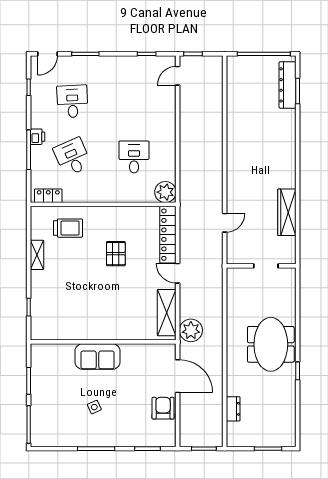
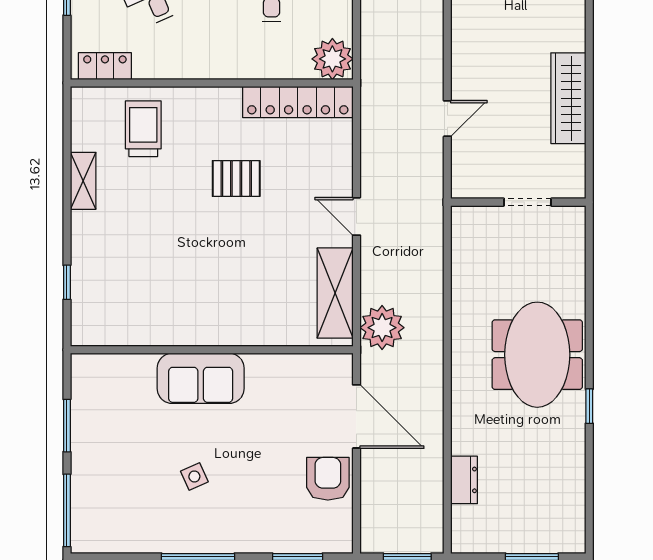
trolley: (68, 228) -> (143, 129), turned -90
locker: (168, 235) -> (298, 102), moved, turned -90
pallet: (116, 254) -> (236, 179), turned 90

